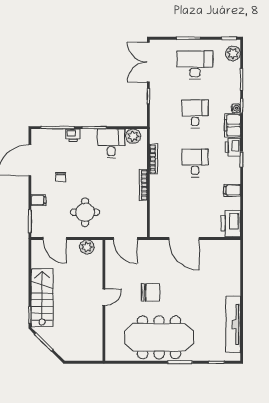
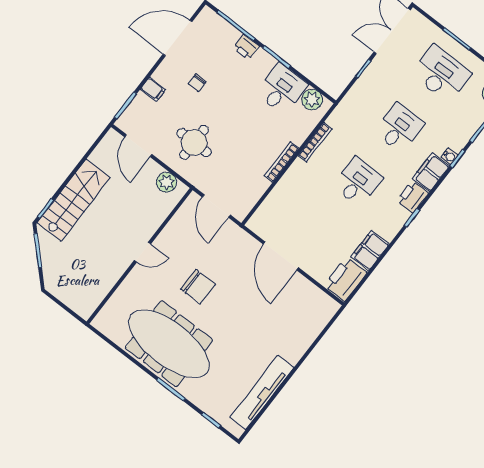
filing cabinet: (232, 190) -> (370, 251), width x2.00

